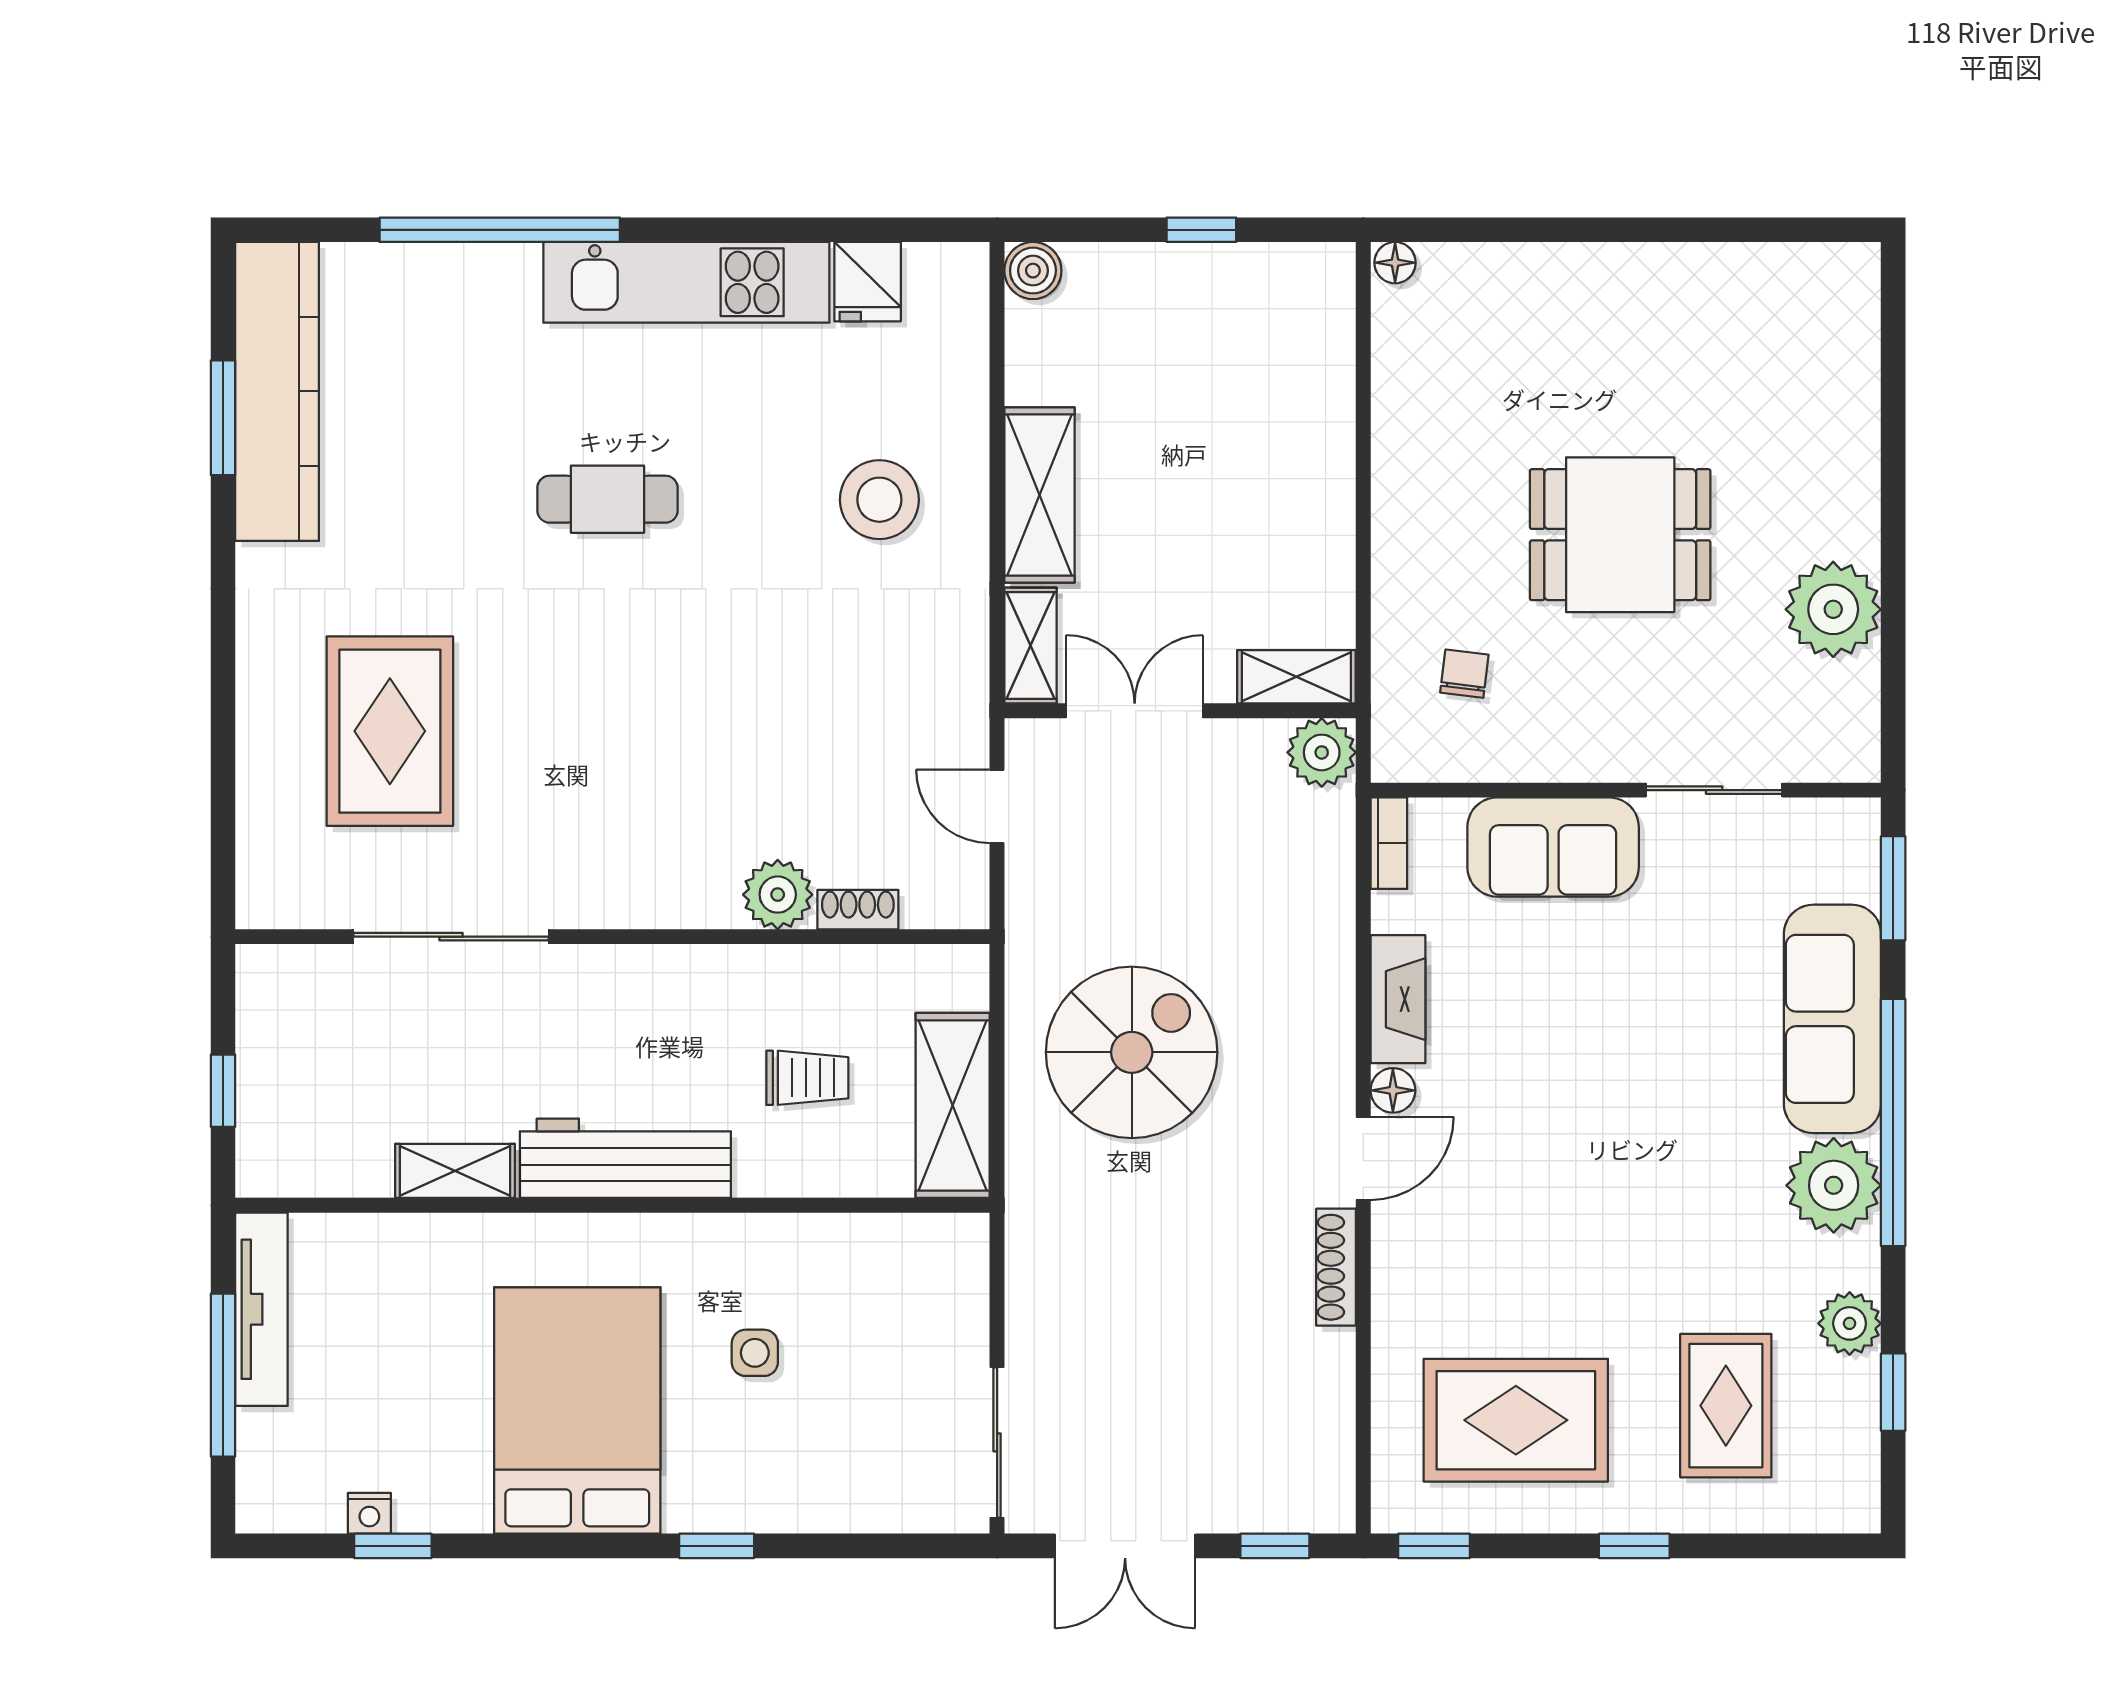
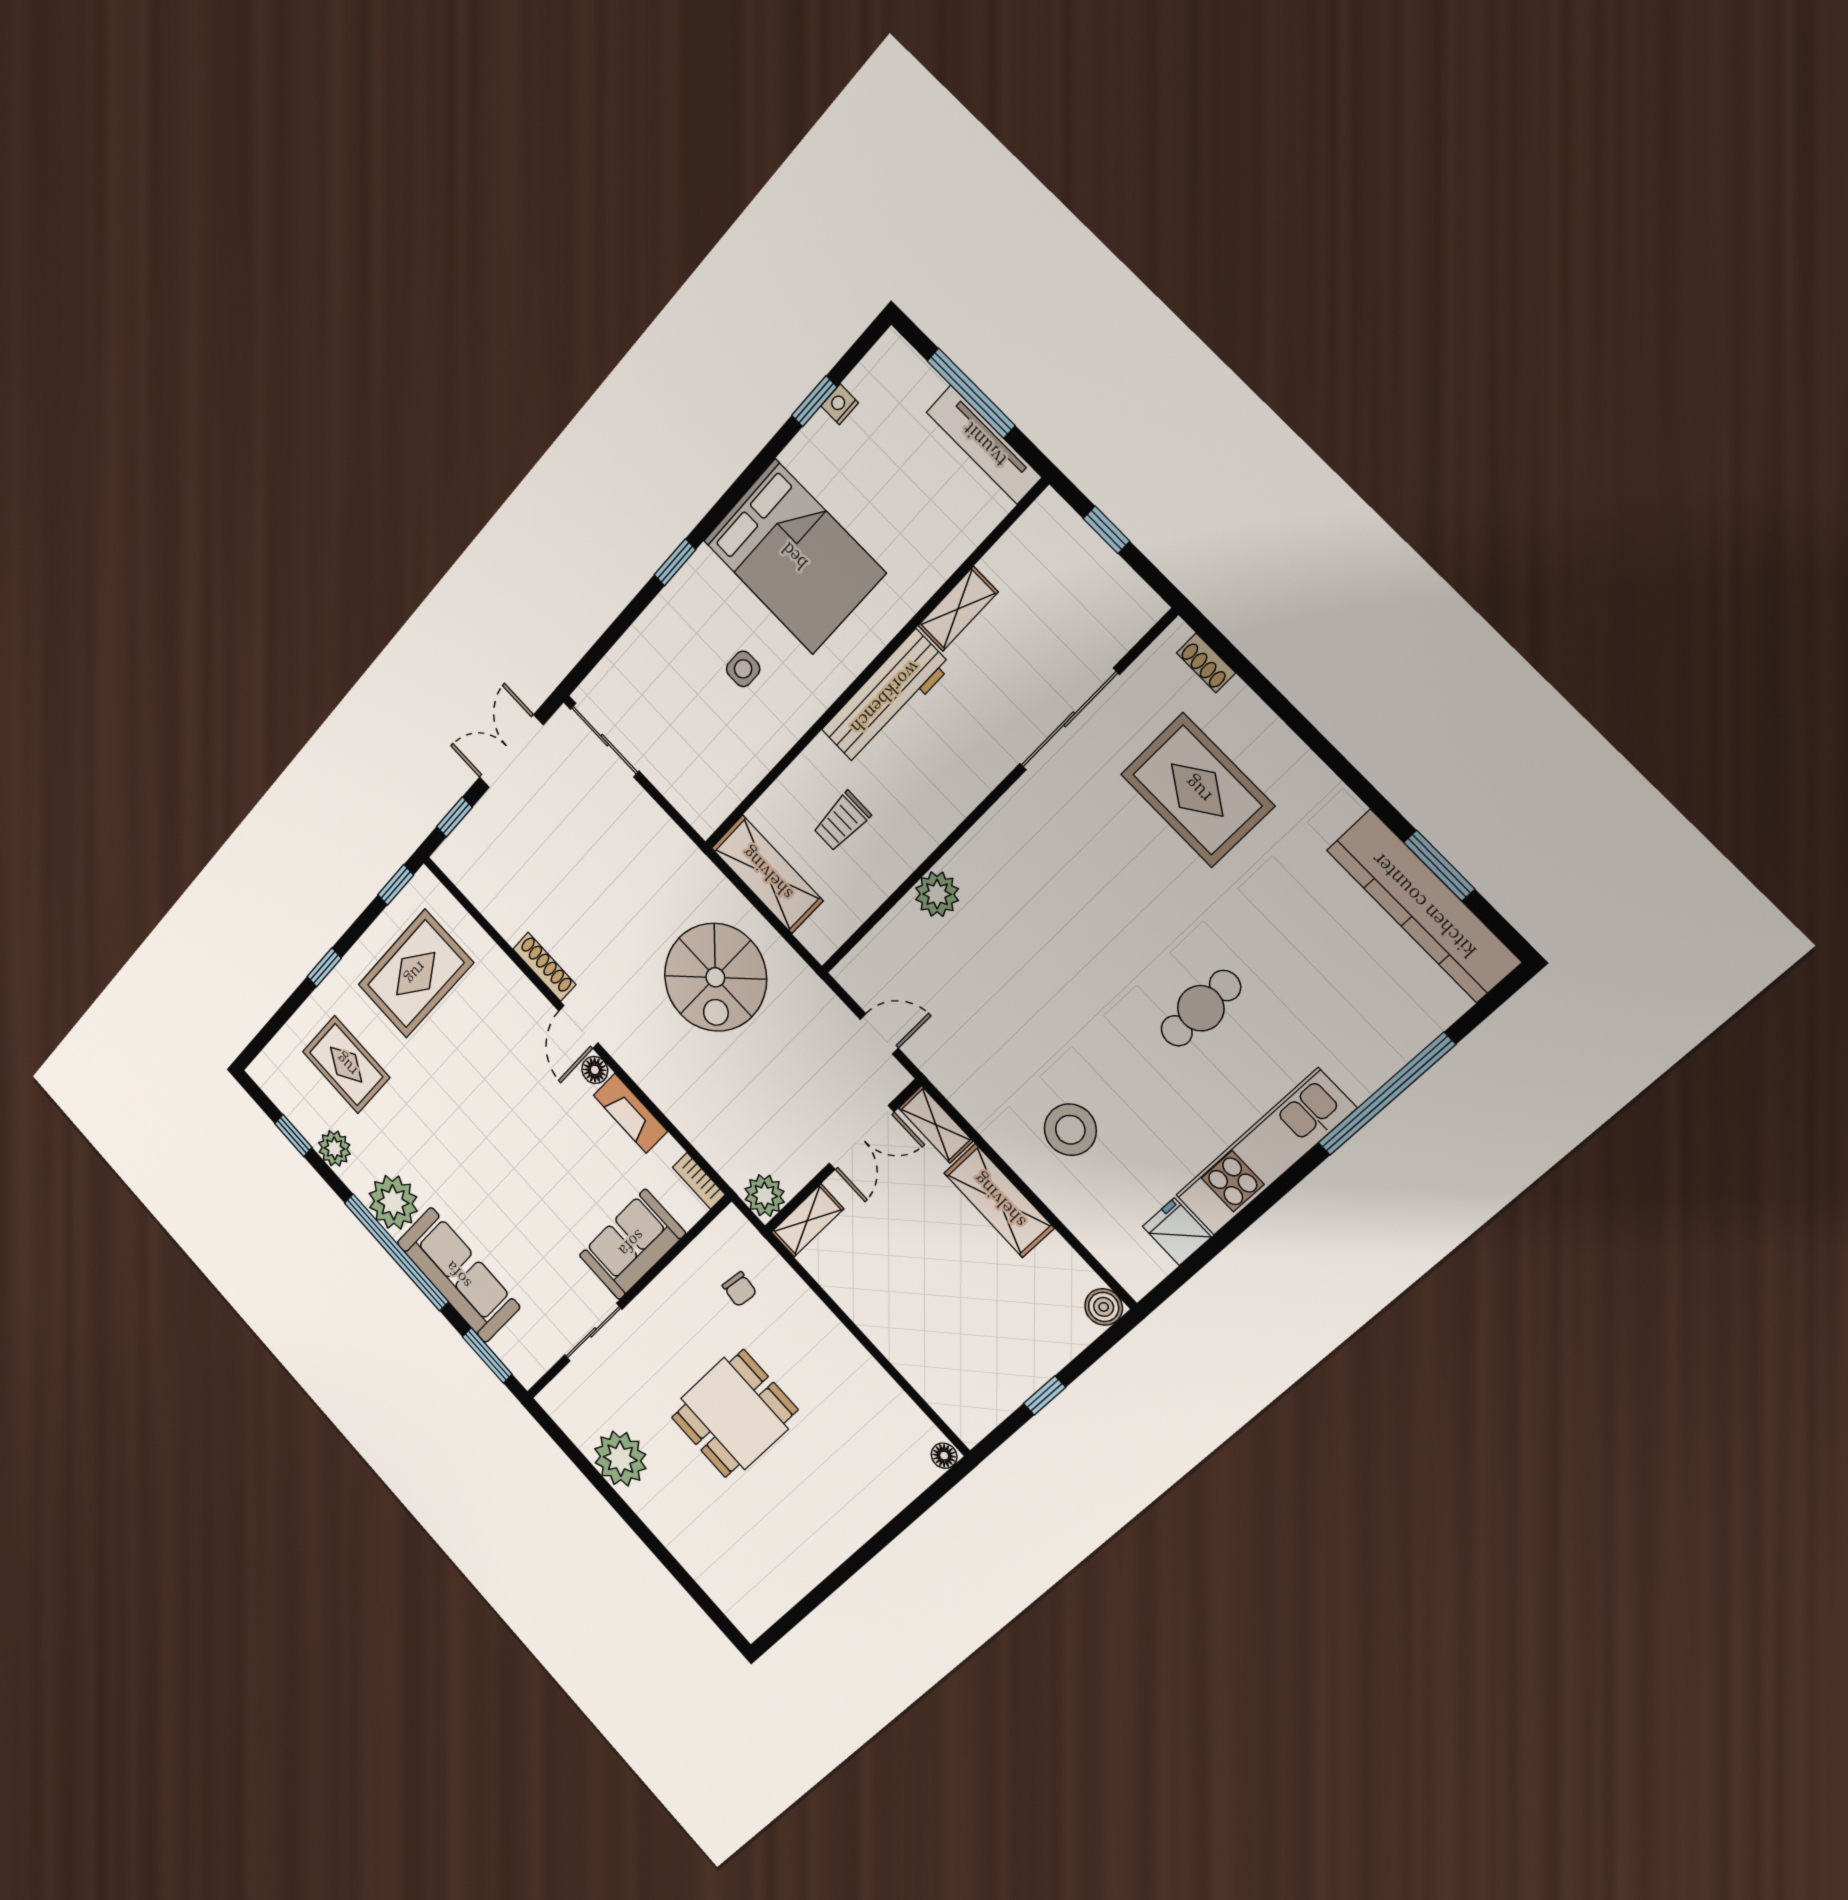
shoe rack: (858, 910) -> (1206, 663), moved, turned 90

